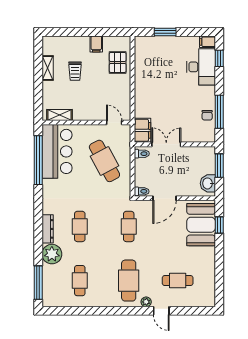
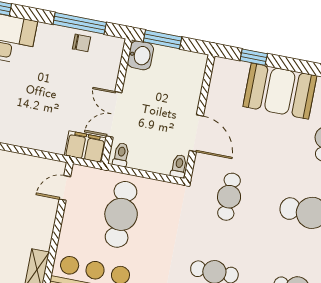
cafe table: (104, 161) -> (121, 214), turned -62
washbasin: (208, 183) -> (140, 55), moved, turned -90
booth: (201, 225) -> (280, 91), moved
cafe table: (129, 226) -> (229, 197), turned 90

